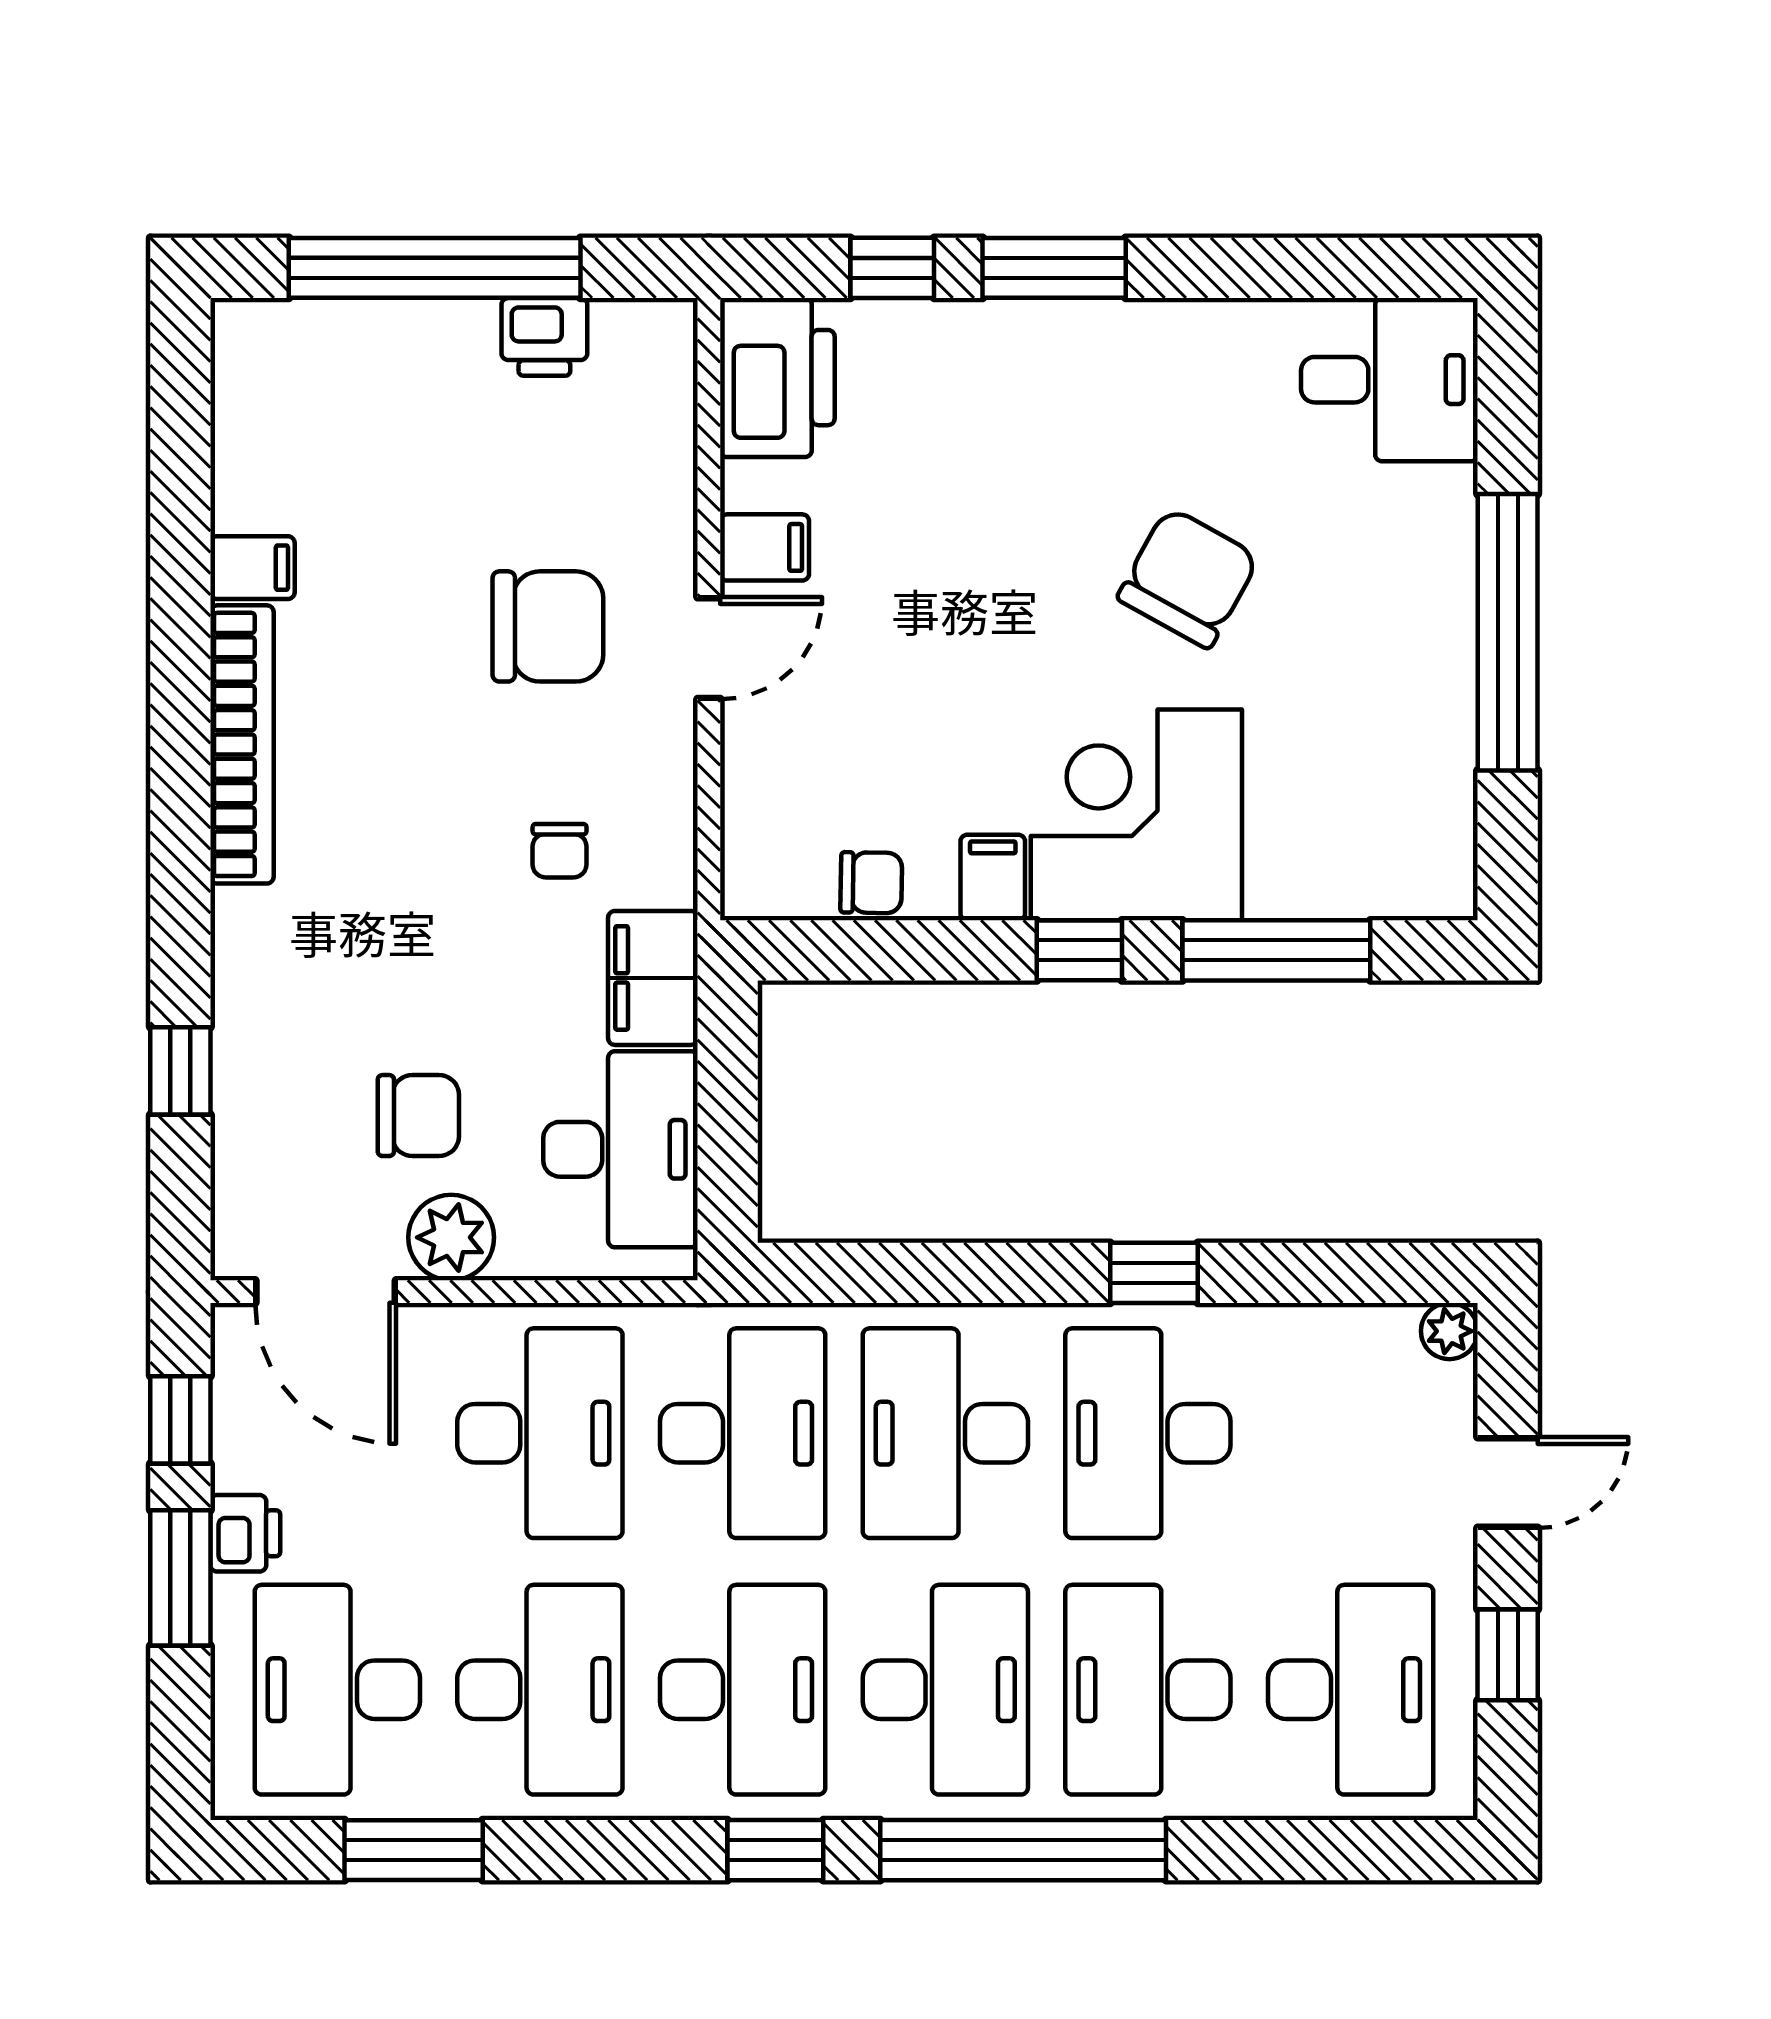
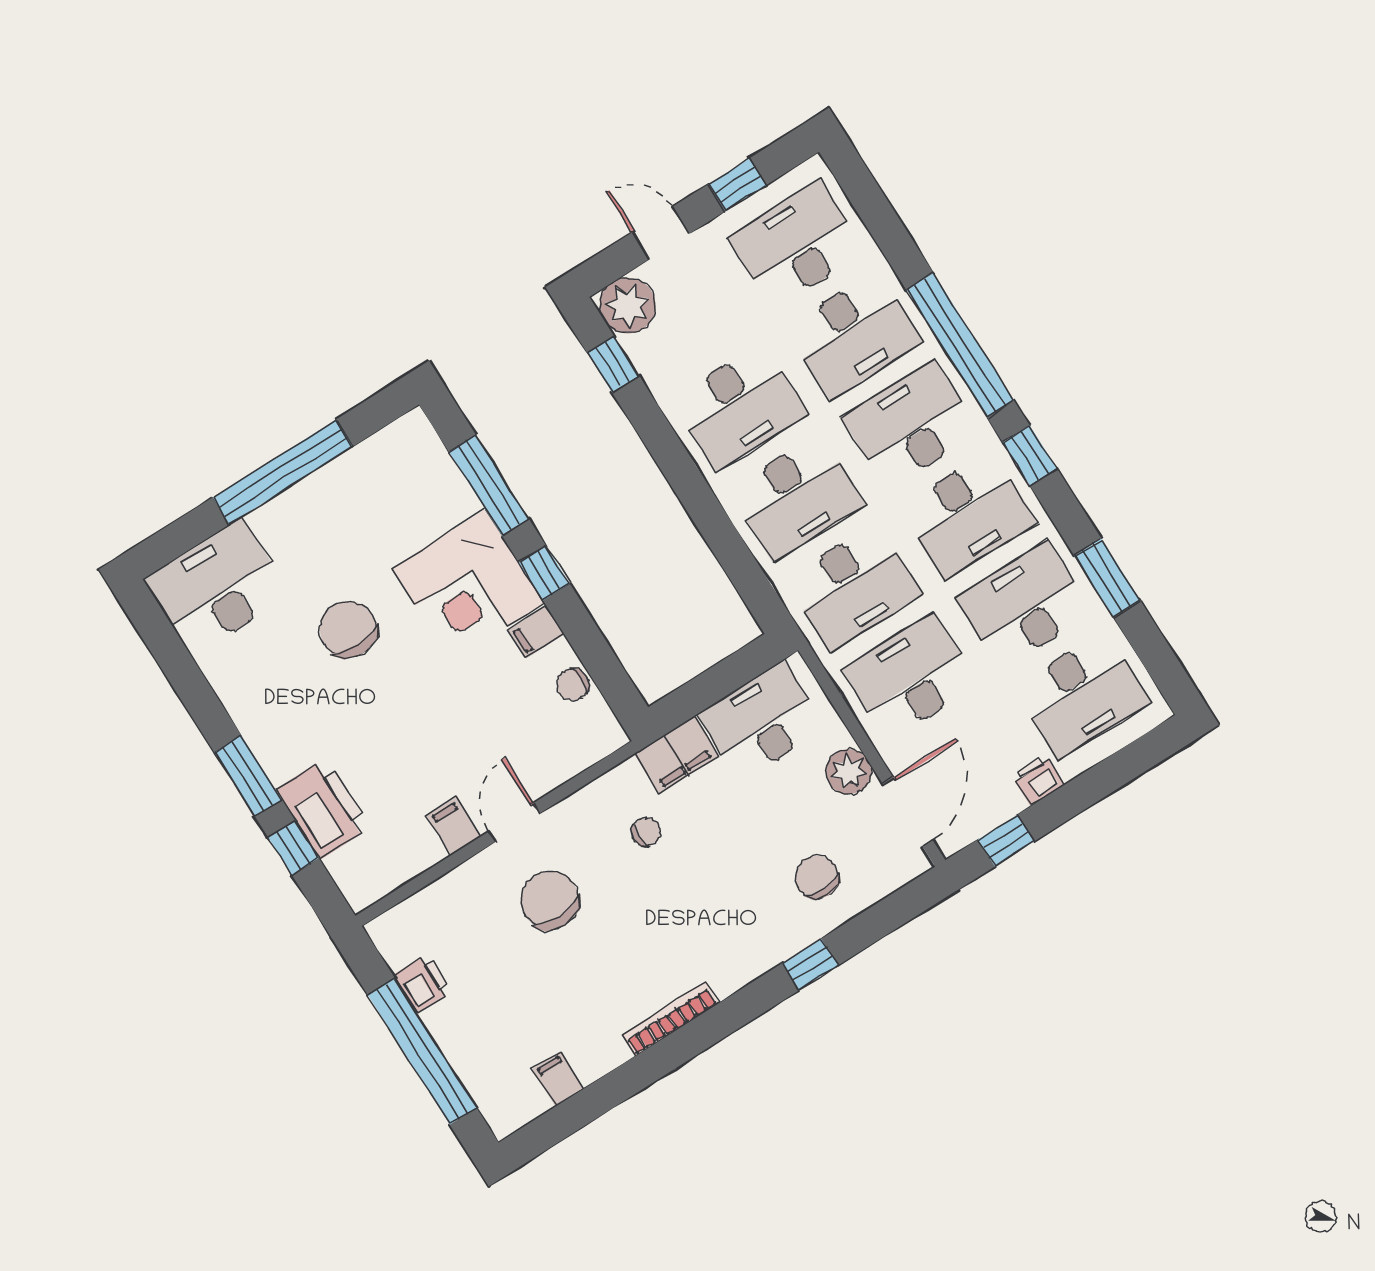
printer: (777, 378) -> (323, 809), moved, turned 90
desk: (1389, 380) -> (217, 587), width x1.37
filing cabinet: (252, 568) -> (558, 1079), moved
chair: (1188, 578) -> (348, 629), turned 61
door: (709, 648) -> (514, 823), hinge flipped
bookcase: (242, 744) -> (670, 1019), width x0.68, depth x0.76
chair: (871, 883) -> (573, 685), turned -91
window: (180, 1071) -> (810, 964), moved
chair: (418, 1116) -> (817, 877), moved
window: (1154, 1273) -> (613, 365), moved
plant: (1449, 1331) -> (628, 306), width x1.88, depth x1.88
desk: (743, 1433) -> (854, 587), turned 180
window: (180, 1578) -> (1076, 796), removed
desk: (743, 1690) -> (968, 515), turned 180
window: (414, 1850) -> (1107, 578), moved

